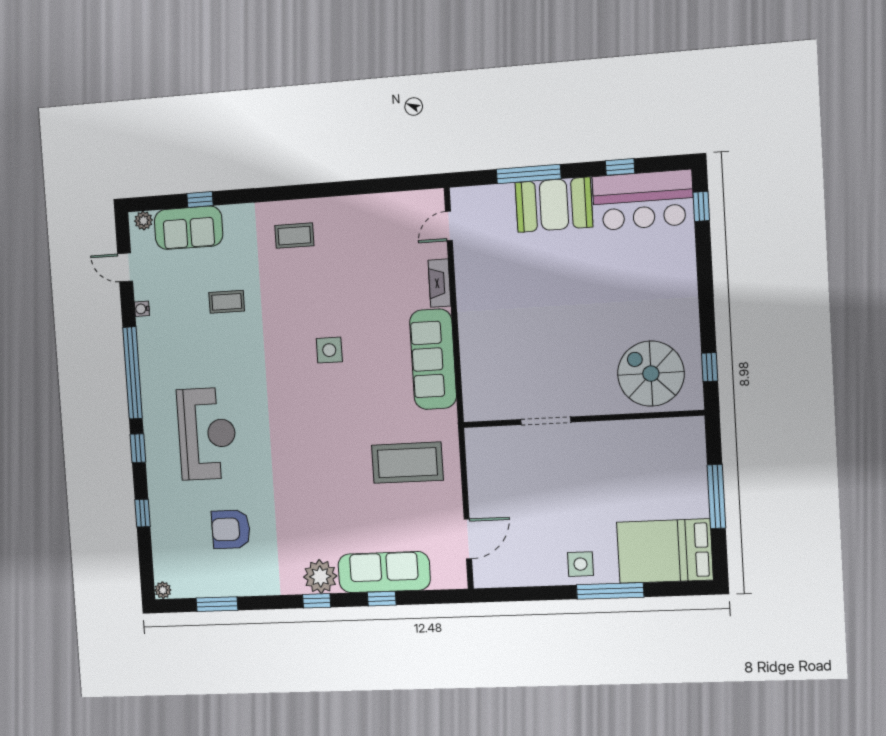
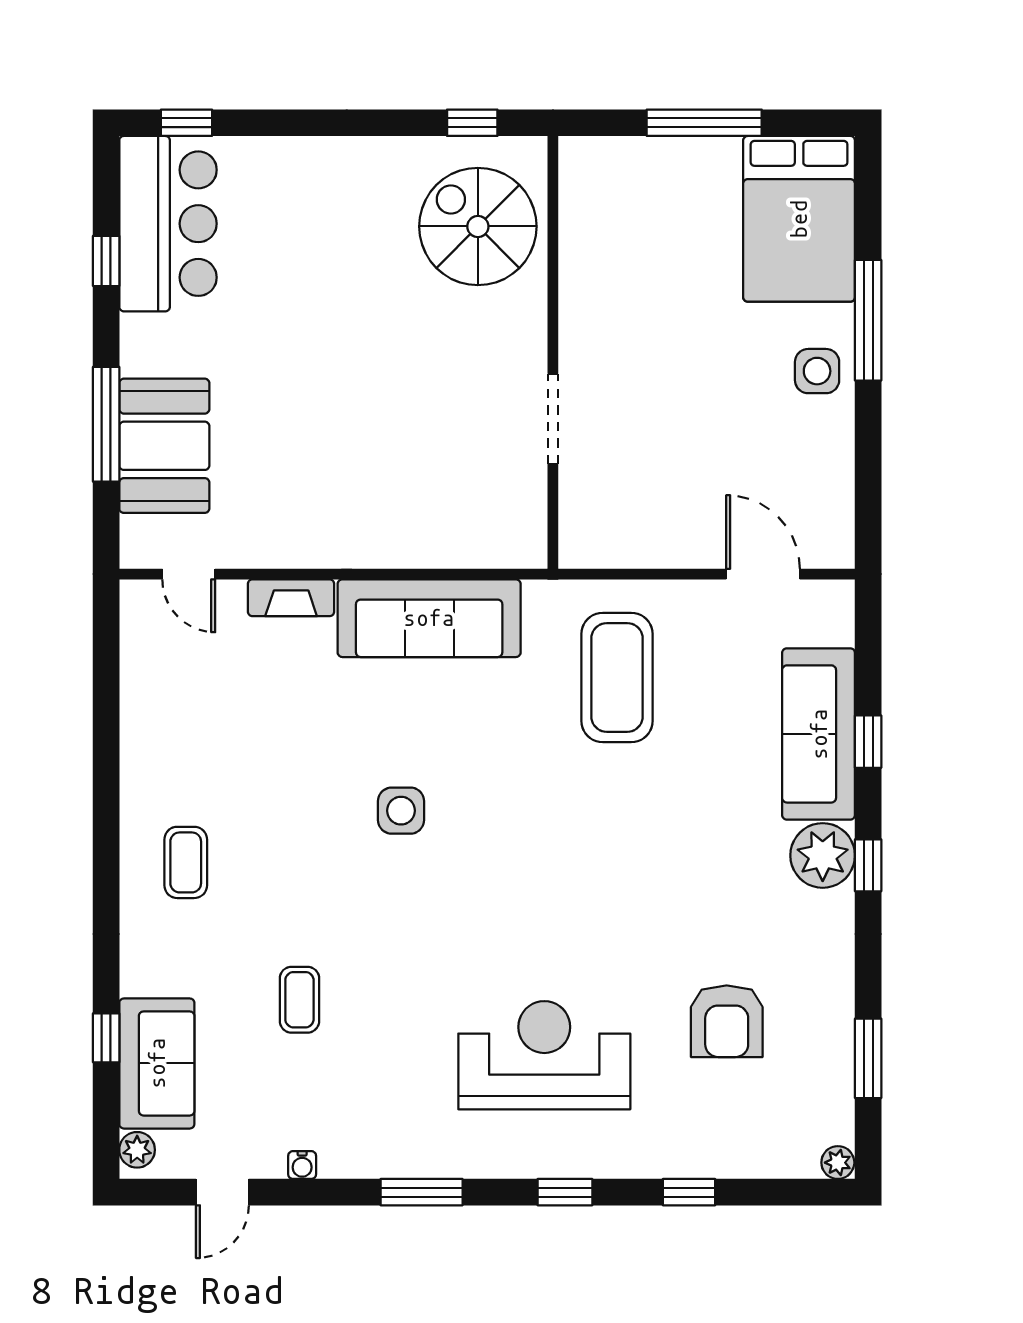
booth: (554, 205) -> (164, 446), moved
window: (133, 373) -> (422, 1192), width x0.47
spiral stairs: (651, 374) -> (478, 226), turned 90

